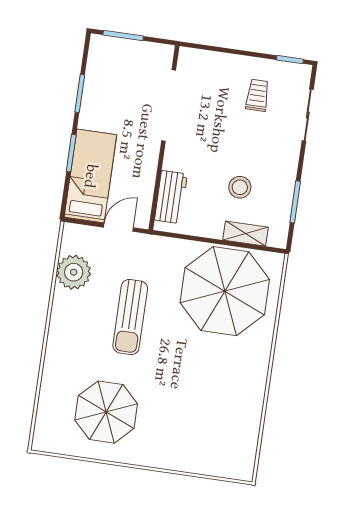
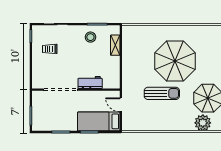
stool: (240, 187) -> (90, 37), moved
workbench: (171, 197) -> (90, 82), moved
plant: (74, 272) -> (203, 123), moved
parasol: (225, 291) -> (175, 61), moved

